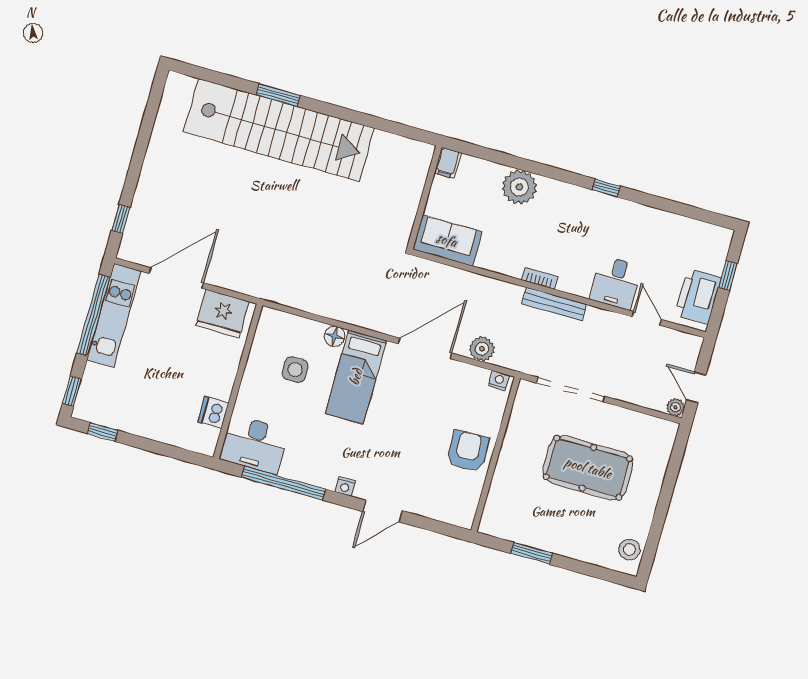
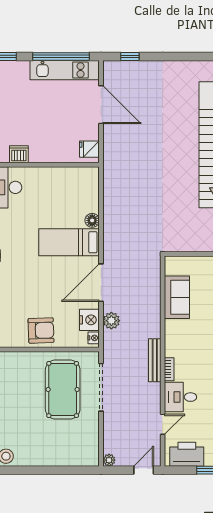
sofa: (447, 240) -> (177, 297), moved
bookcase: (540, 278) -> (169, 369), moved
fridge: (223, 314) -> (89, 149), width x0.53, depth x0.75
door: (425, 348) -> (101, 283), swing flipped
side table: (295, 370) -> (63, 201), removed
nightstand: (472, 379) -> (89, 320), added
door: (696, 388) -> (144, 470), moved
pool table: (588, 468) -> (63, 389), moved

